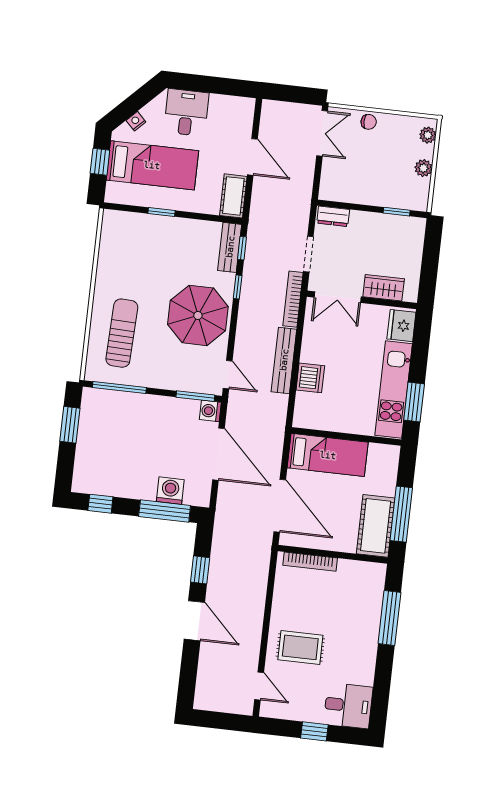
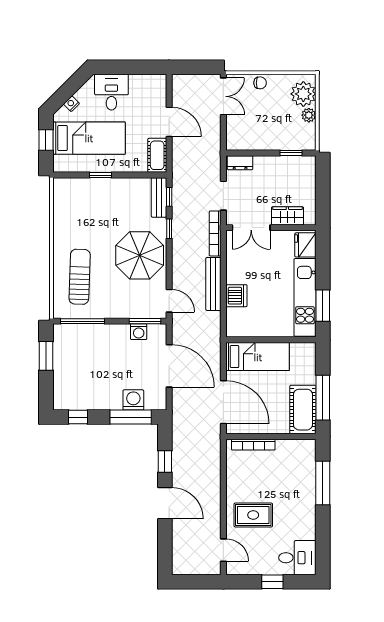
plant: (428, 135) -> (303, 94), width x1.88, depth x1.88
washing machine: (210, 411) -> (139, 332), moved, turned -90

